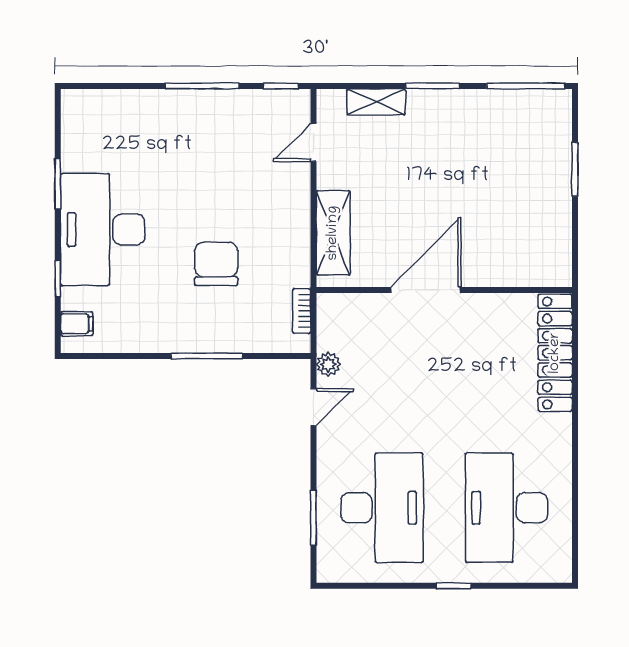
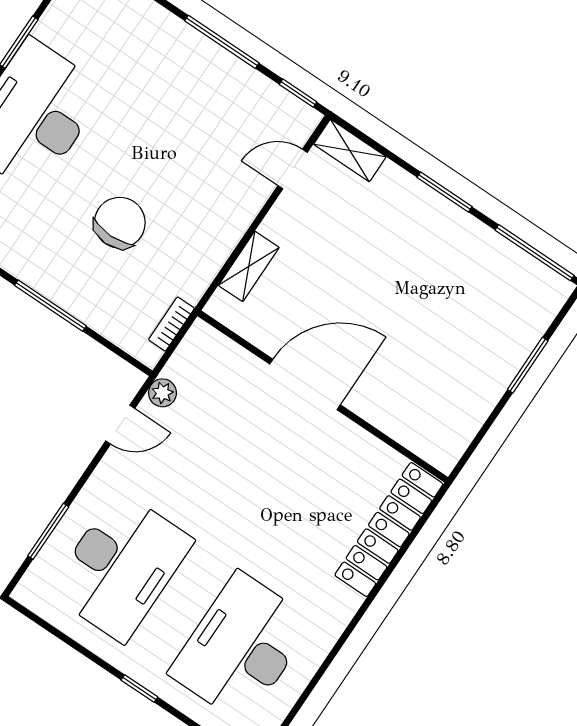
shelving: (376, 102) -> (350, 151), moved
shelving: (333, 233) -> (249, 266), width x0.67, depth x0.75

